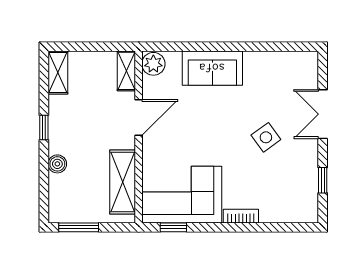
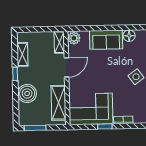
floor lamp: (255, 62) -> (129, 36), added
shelving: (58, 72) -> (22, 54), moved
boiler: (57, 164) -> (27, 94), width x1.86, depth x1.86
window: (173, 227) -> (105, 126), moved

